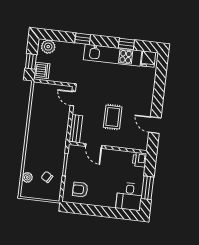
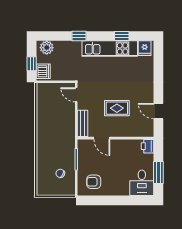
rug: (113, 117) -> (117, 108), turned 90
plant: (27, 177) -> (41, 176), removed

